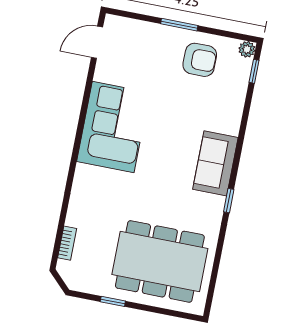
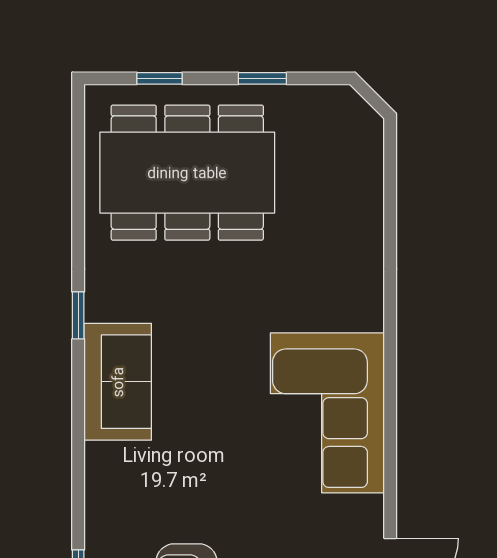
bookcase: (67, 243) -> (372, 173), removed
window: (165, 312) -> (159, 78), added

